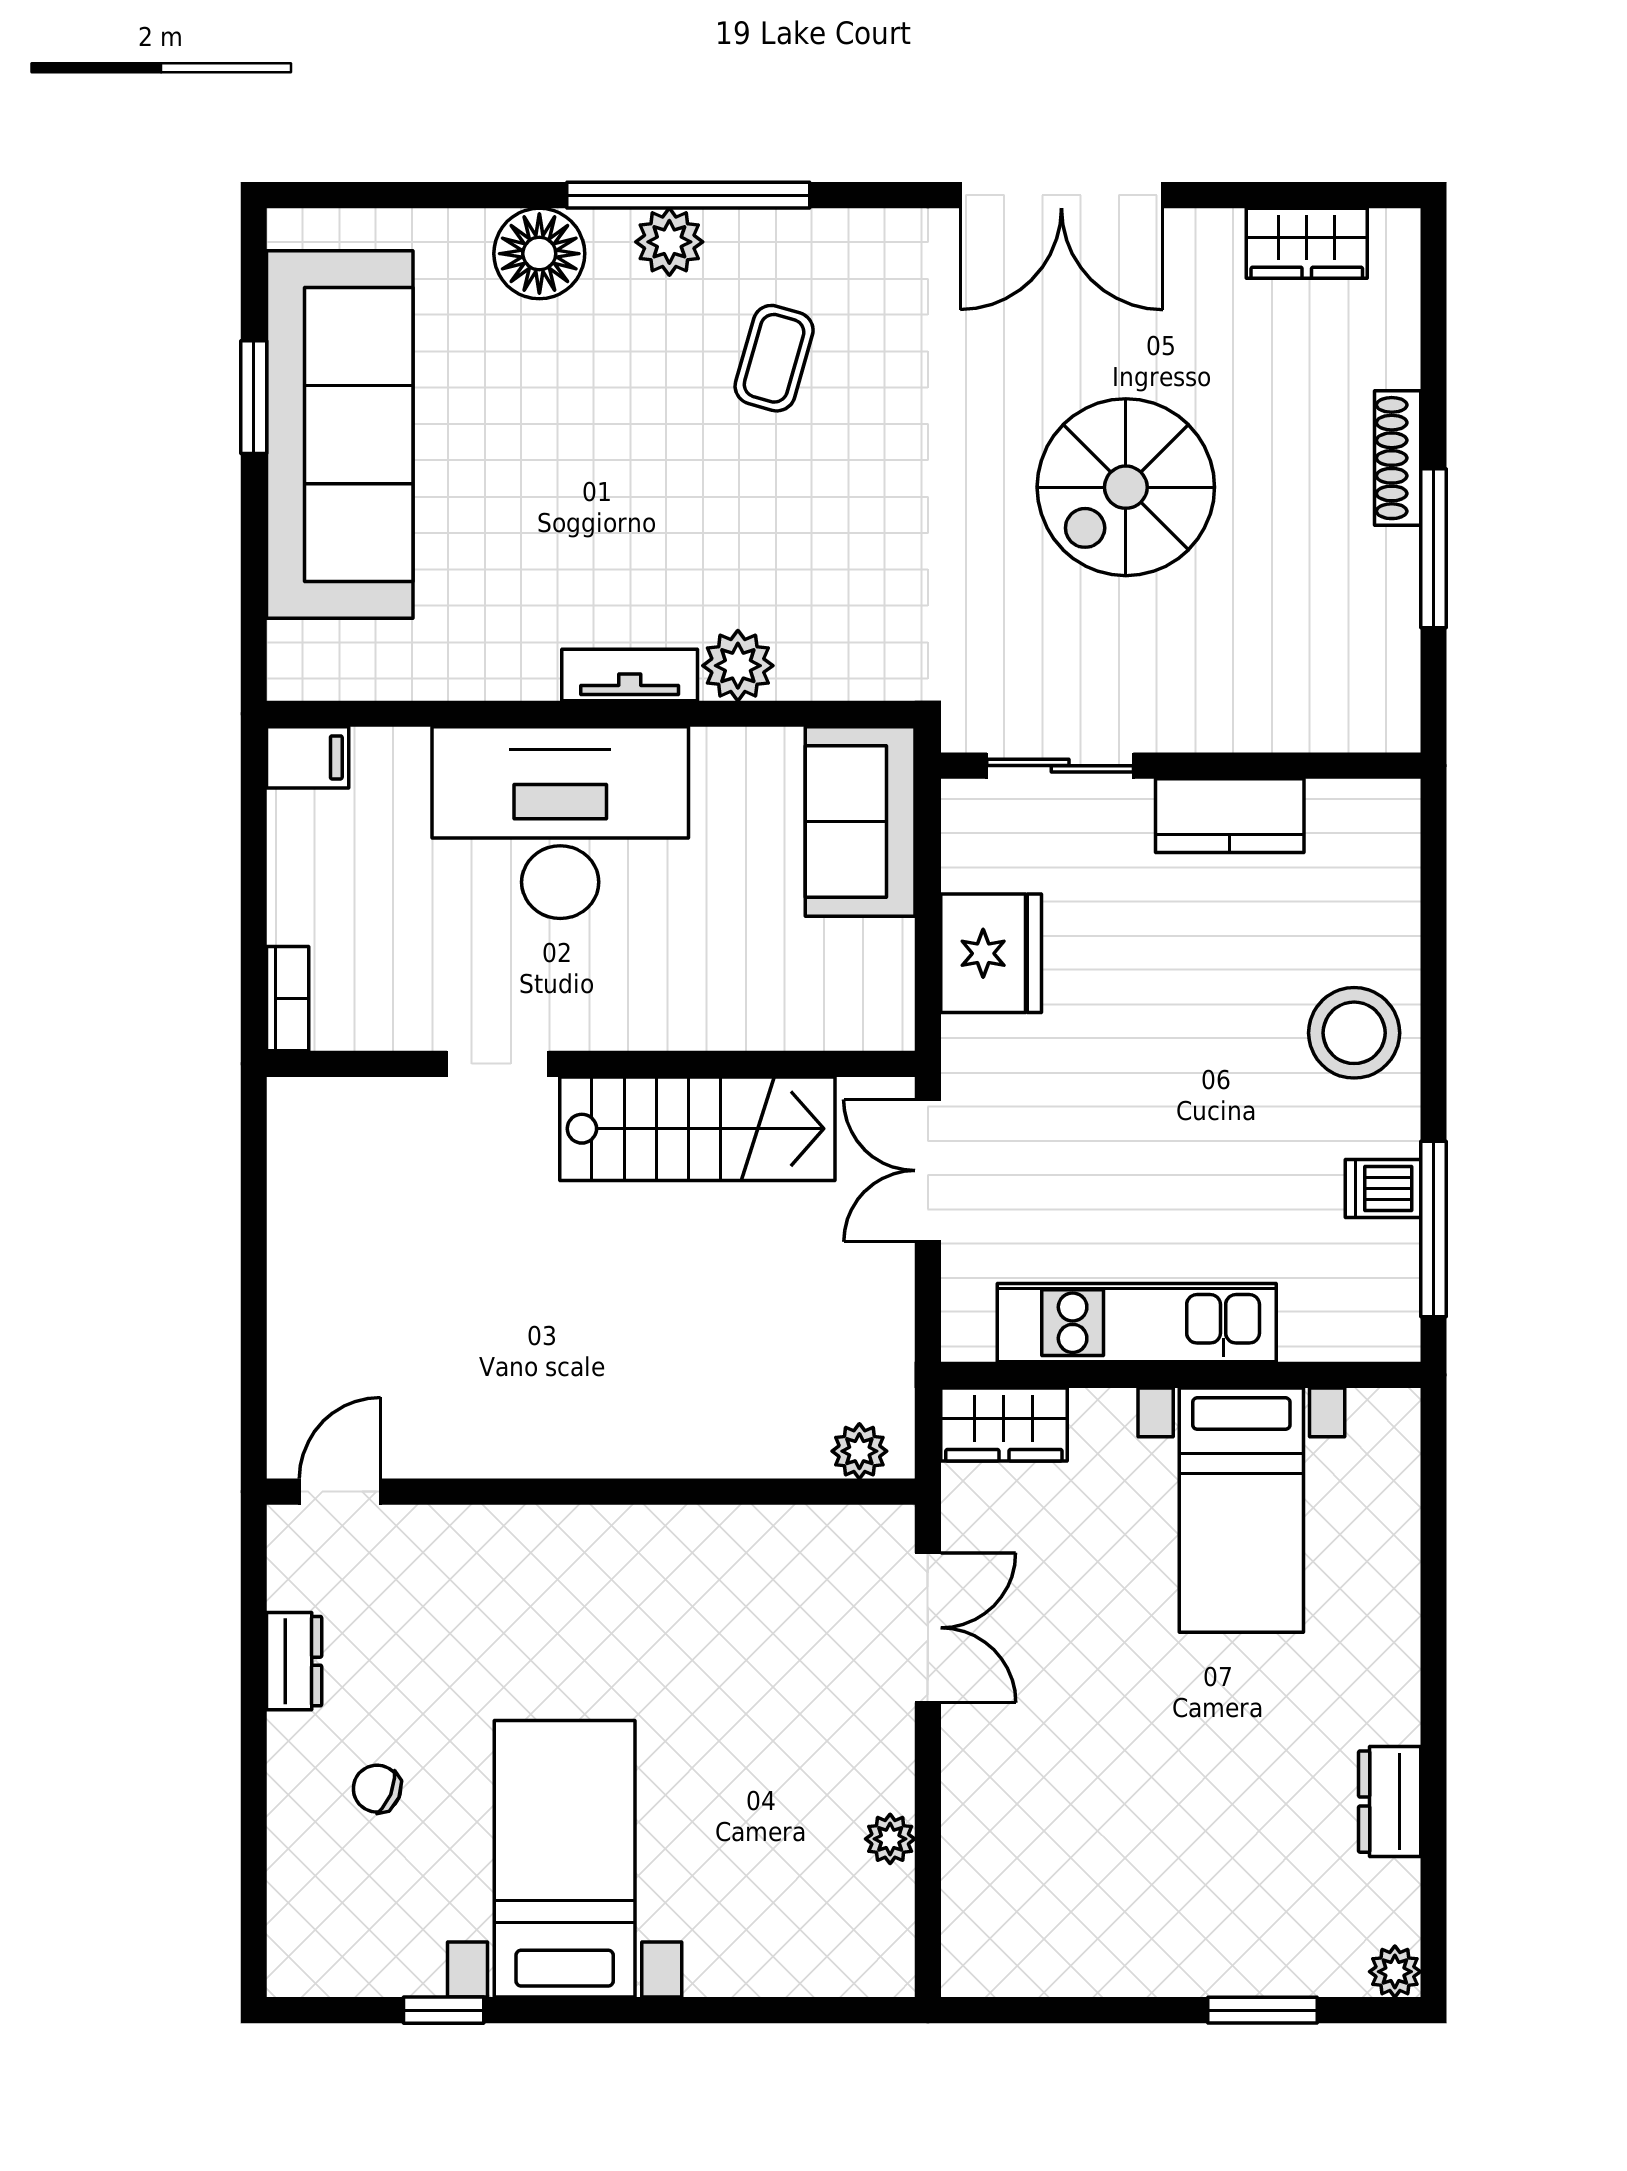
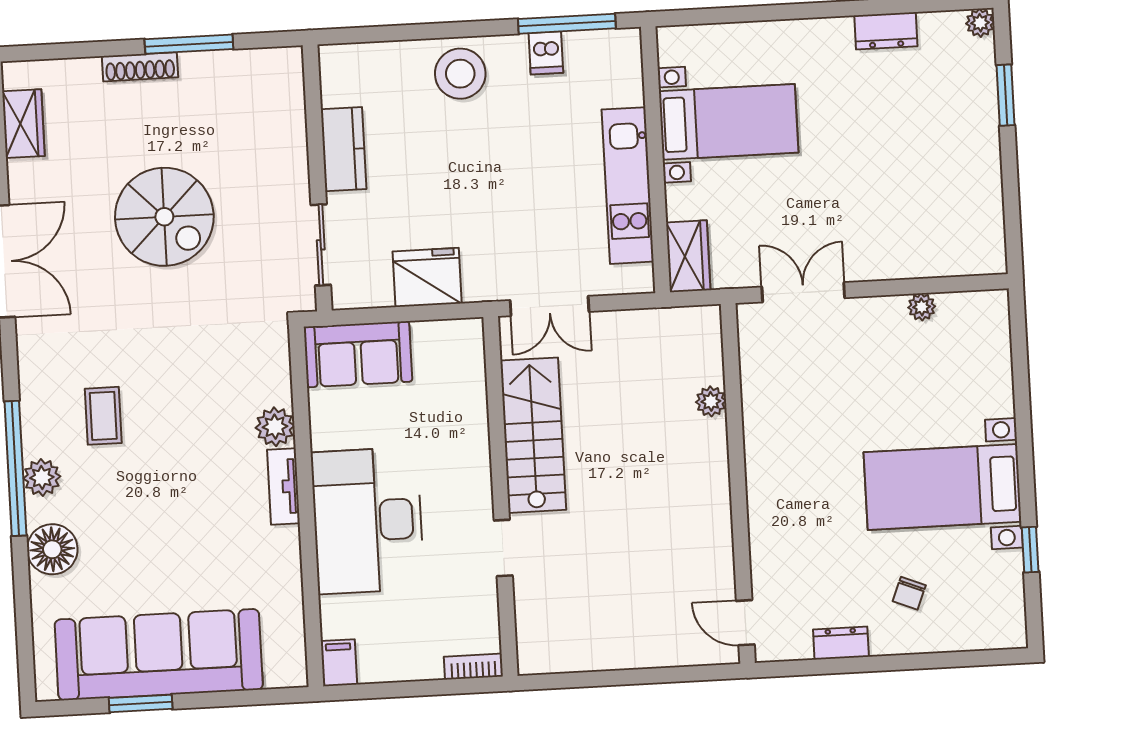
coffee table: (774, 358) -> (103, 416), turned 74
plant: (859, 1451) -> (711, 401), moved

